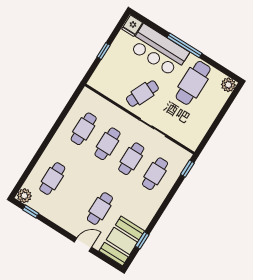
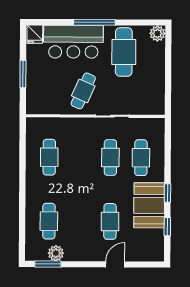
window: (104, 51) -> (23, 74), width x1.50
cafe table: (107, 144) -> (80, 157), removed
window: (187, 169) -> (167, 193), moved
plant: (24, 196) -> (56, 253), moved
window: (31, 212) -> (48, 264), width x1.50
booth: (122, 241) -> (149, 205), moved

